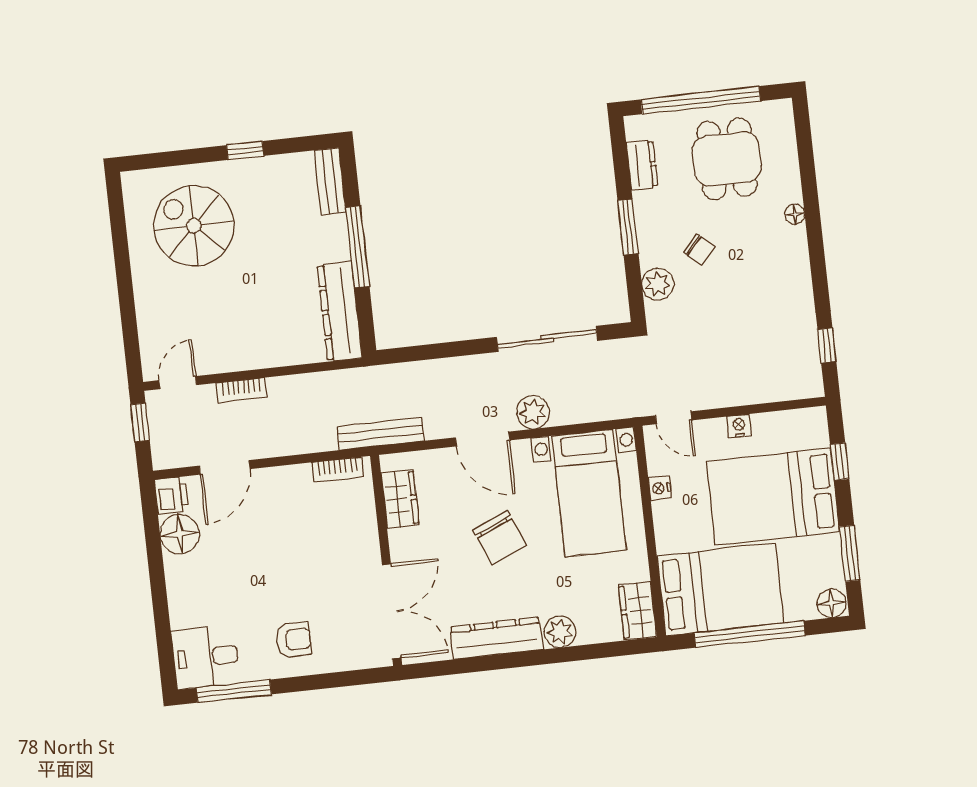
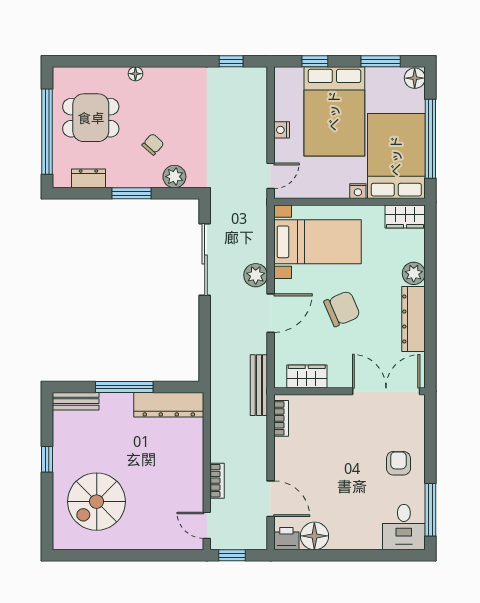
nightstand: (660, 488) -> (358, 191), moved

